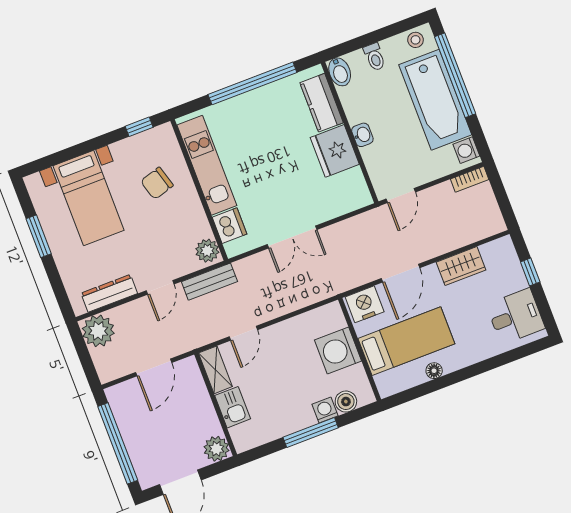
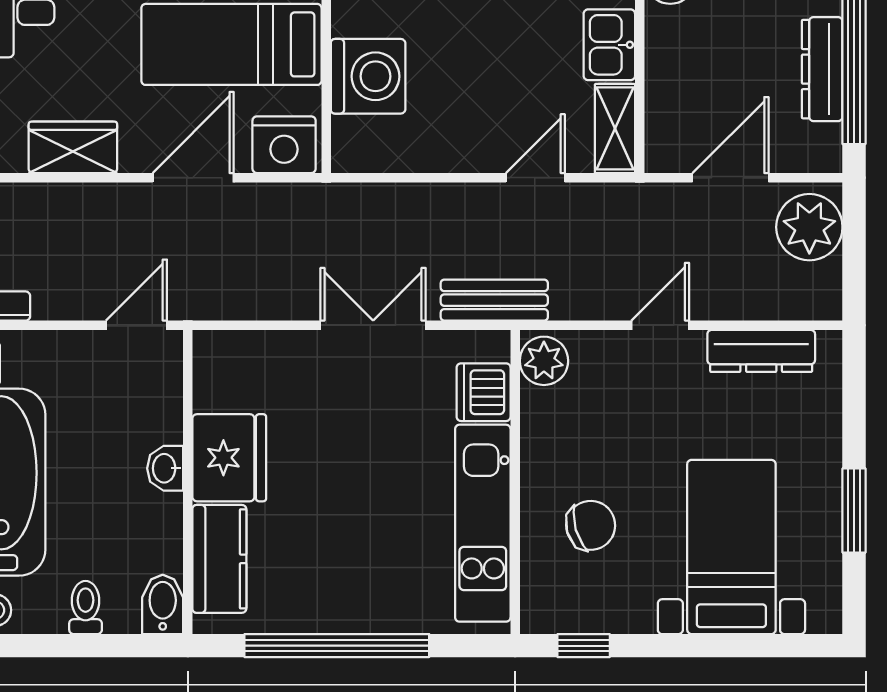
bench: (209, 282) -> (494, 300), moved
plant: (98, 331) -> (809, 227), moved
dresser: (131, 433) -> (822, 69), added

